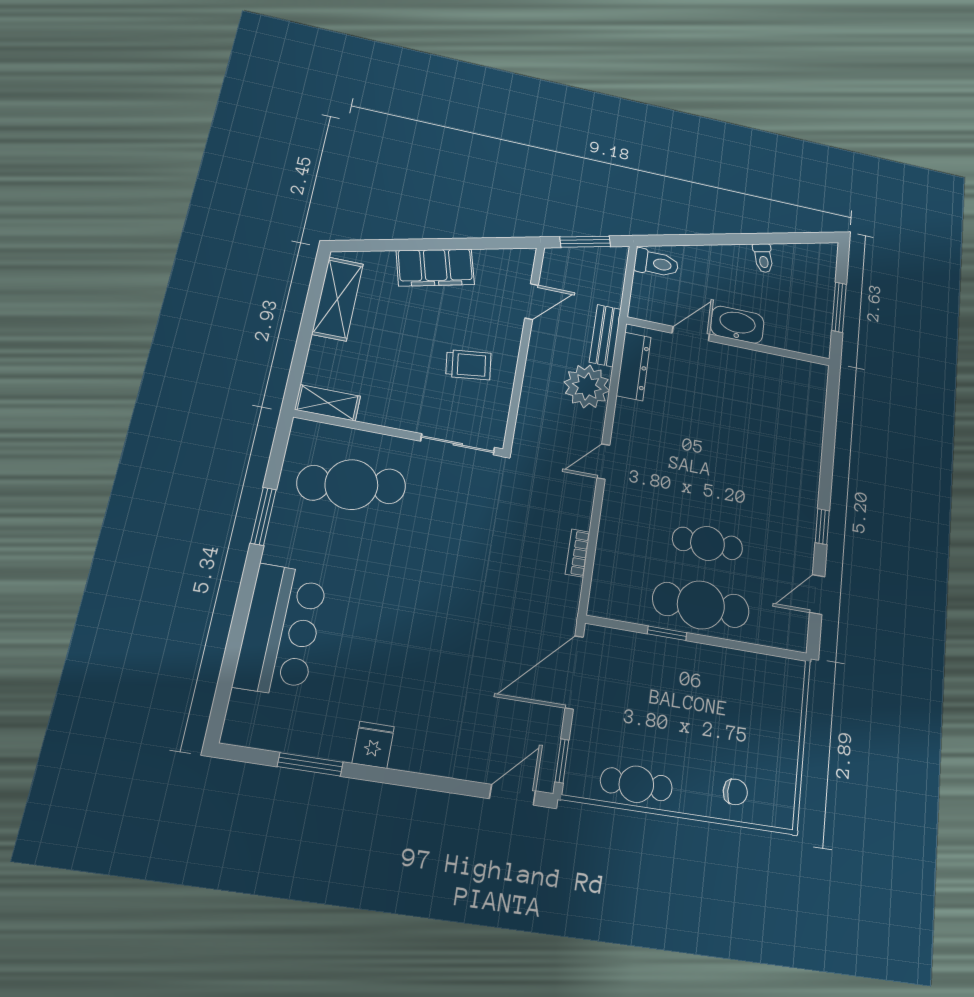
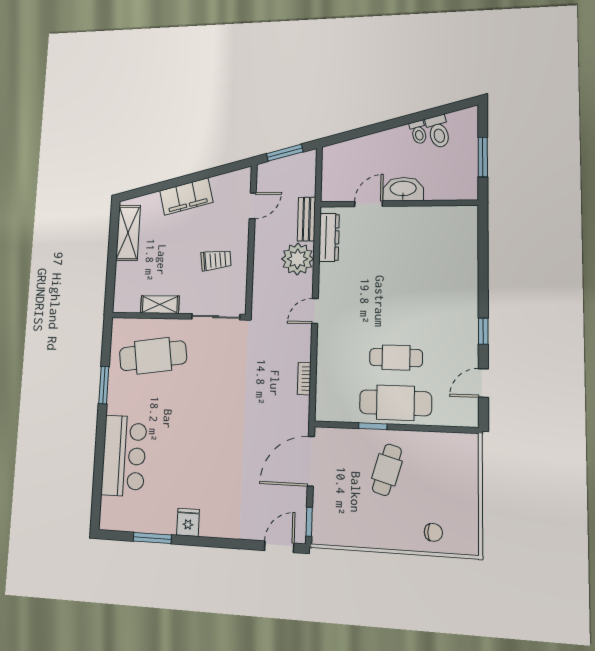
toilet: (656, 263) -> (438, 132), moved, turned 76
shelving: (328, 403) -> (160, 305), moved
cafe table: (636, 784) -> (387, 470), moved, turned -74

